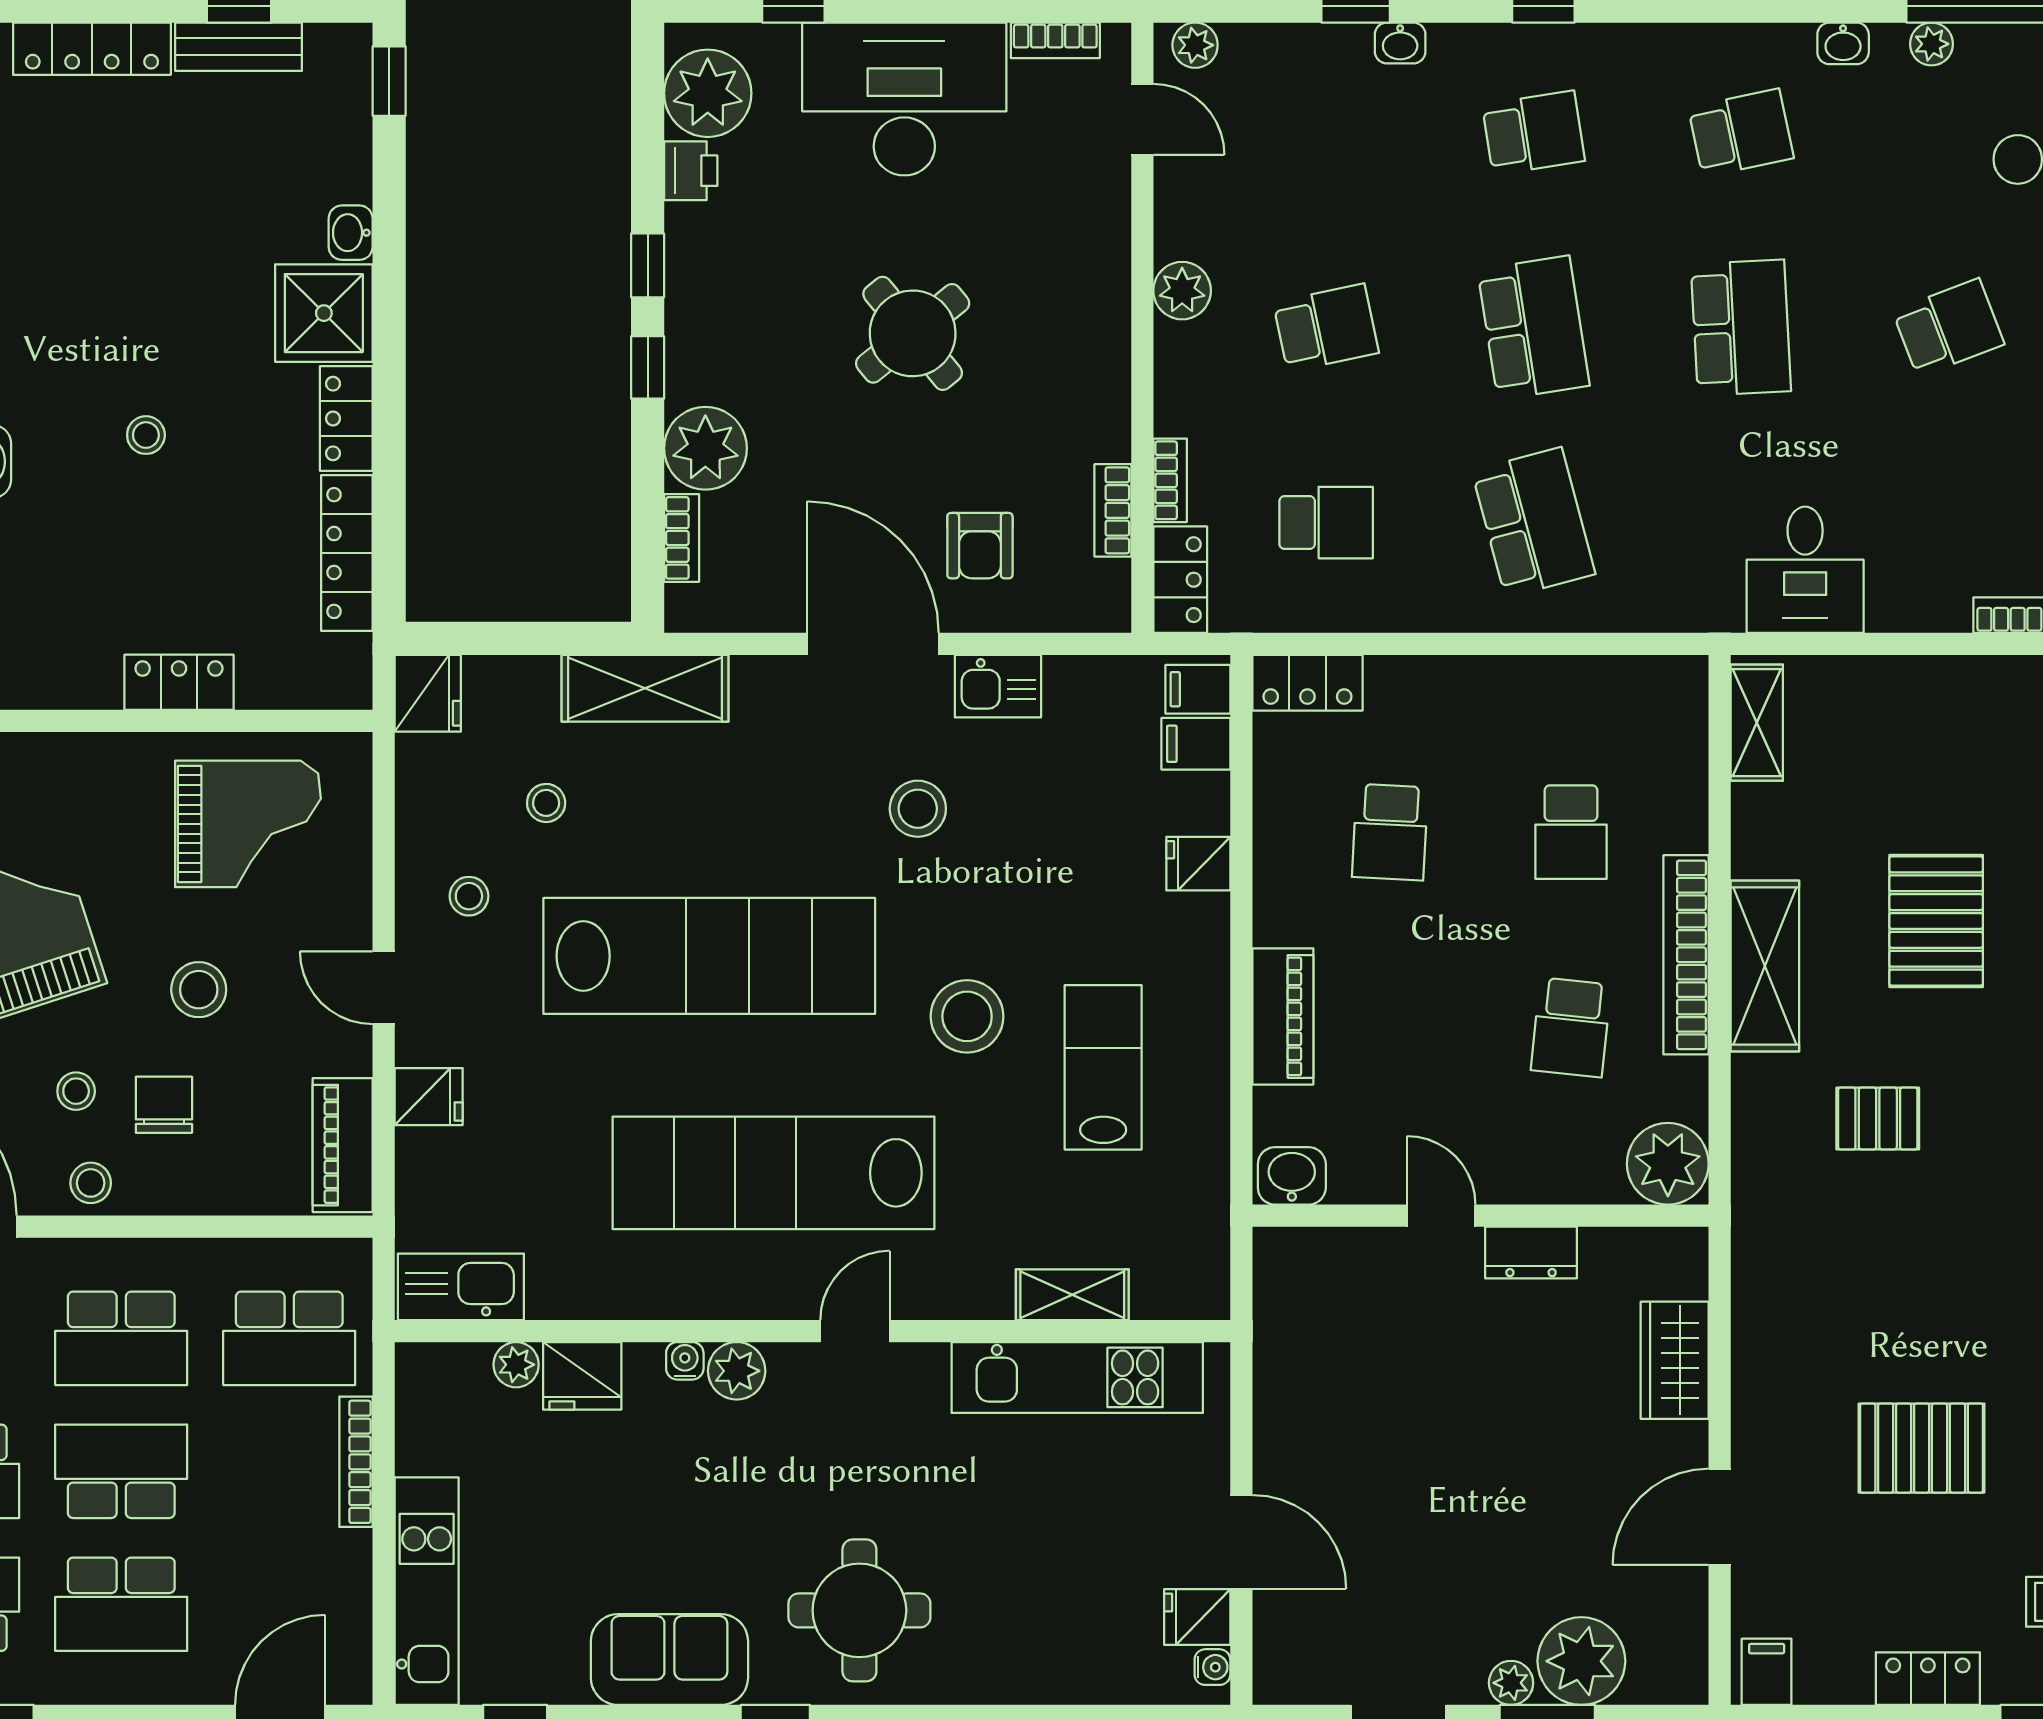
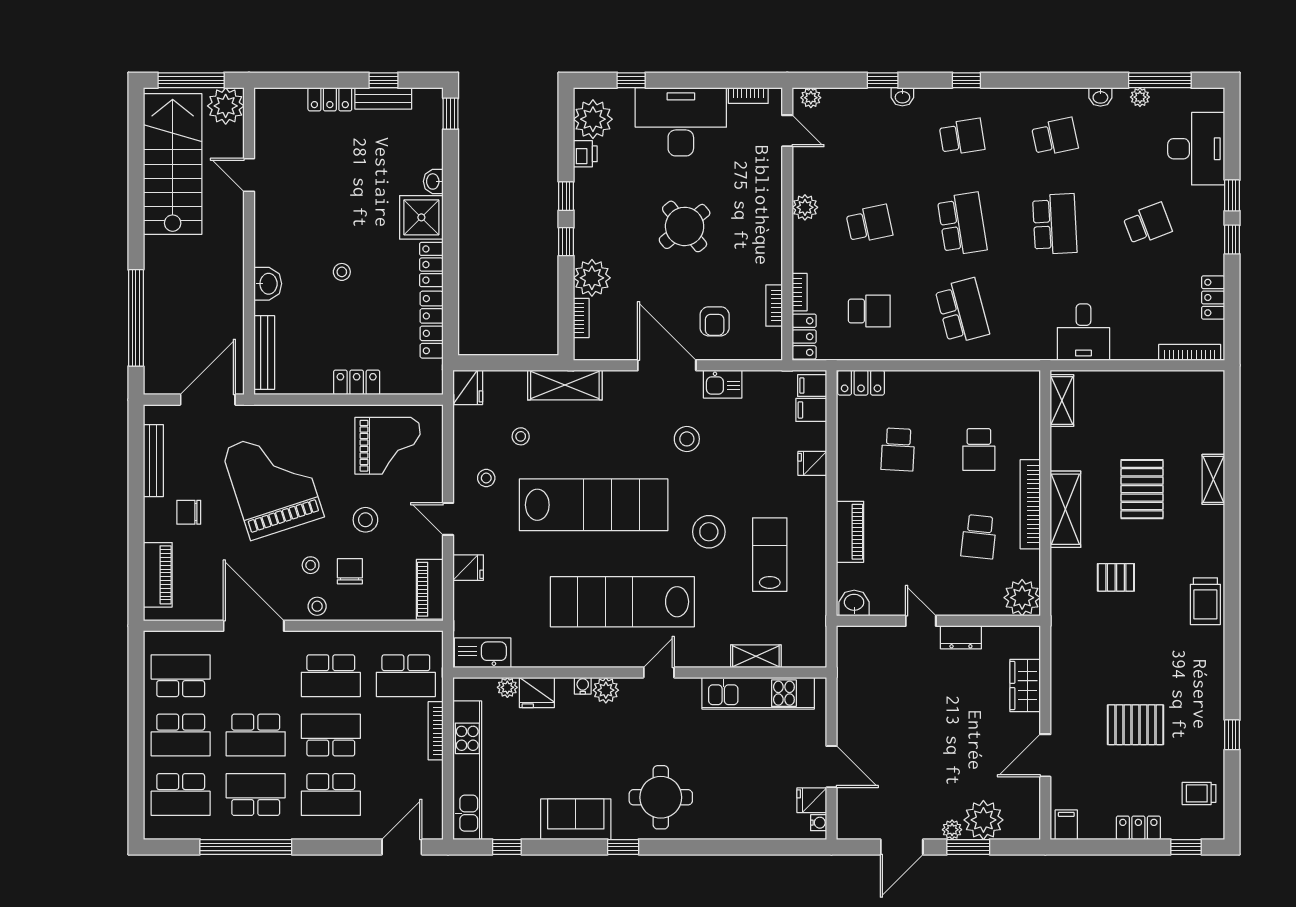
locker: (92, 49) -> (330, 99), width x0.66
kitchen unit: (427, 1591) -> (467, 770), width x1.36

